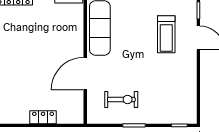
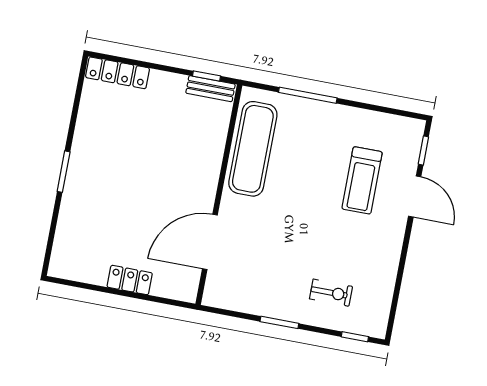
door: (85, 74) -> (210, 242), moved
exercise bike: (121, 100) -> (331, 293), moved, width x0.73, depth x0.72

